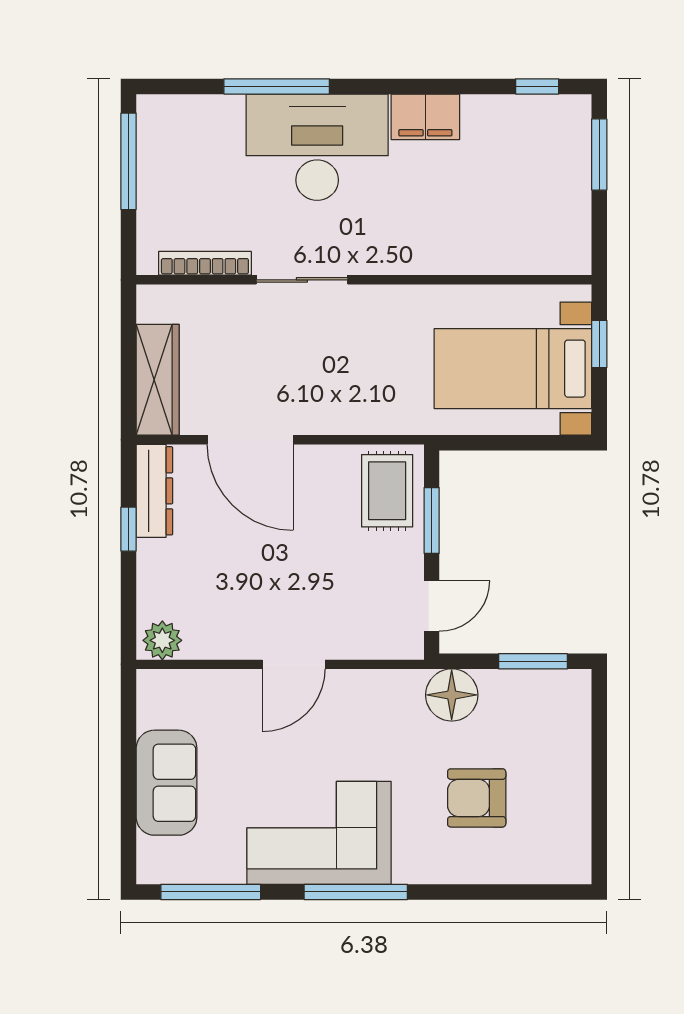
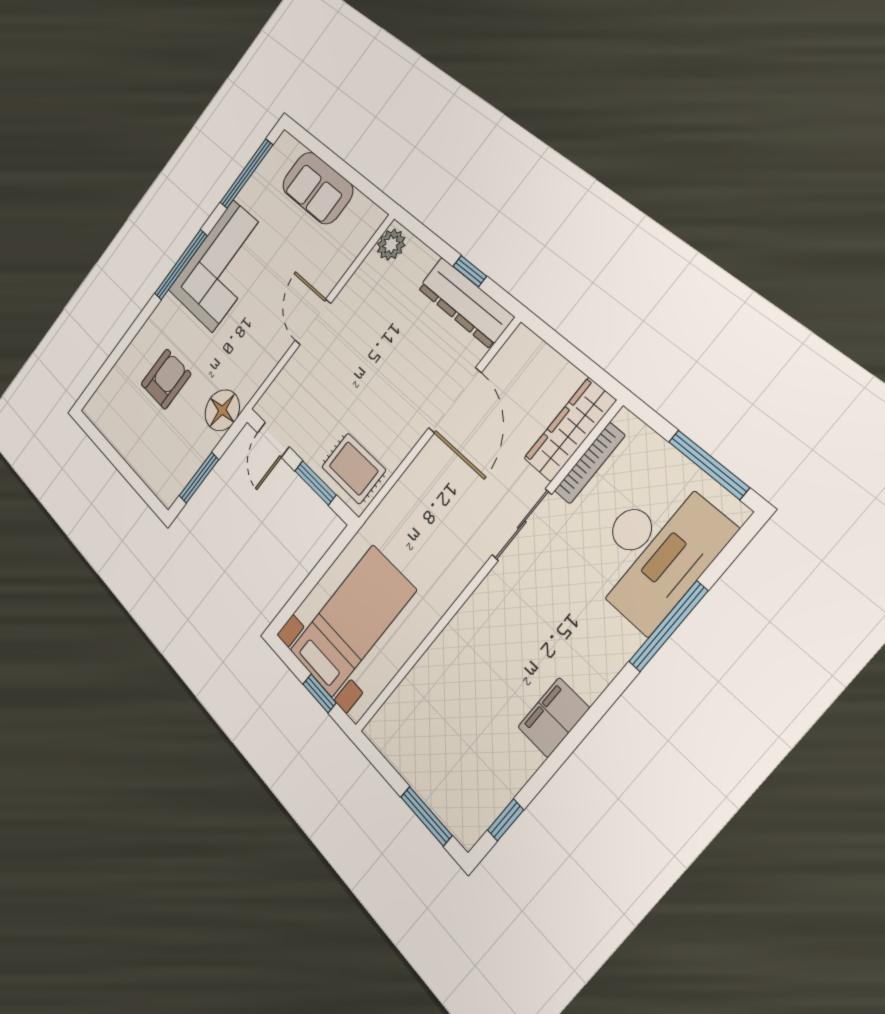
desk: (317, 147) -> (655, 550), moved
wardrobe: (158, 380) -> (570, 429), moved, turned 90
door: (250, 440) -> (455, 400), swing flipped
dresser: (154, 491) -> (465, 302), width x1.37, depth x1.24

